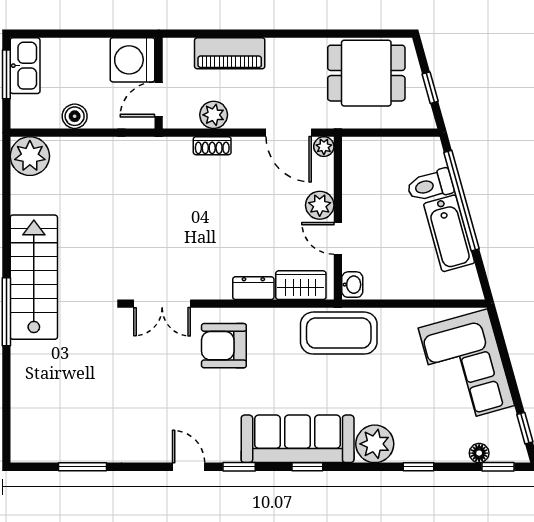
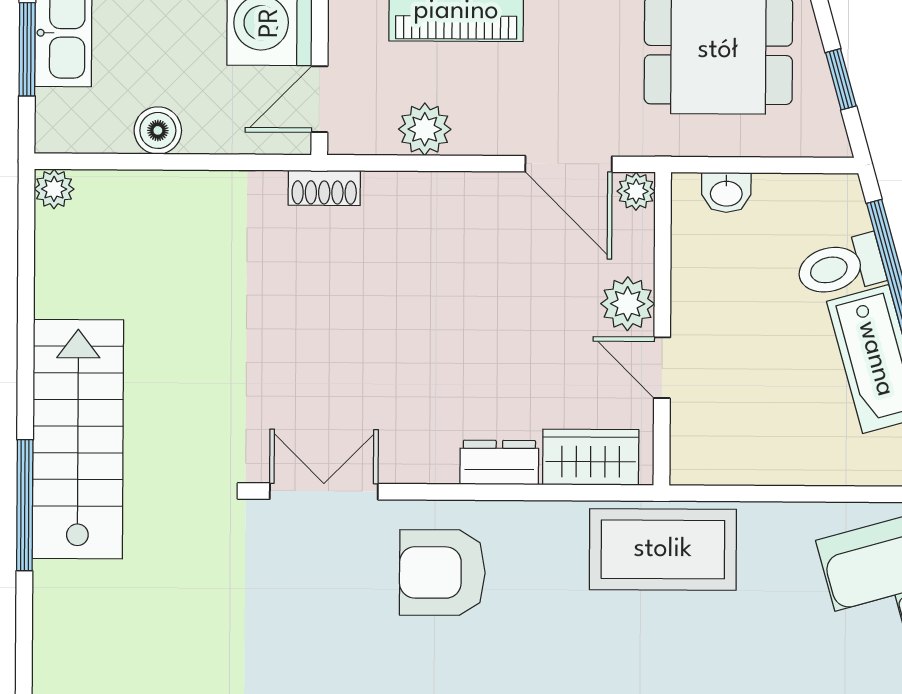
shoe rack: (212, 146) -> (324, 188), moved
plant: (30, 156) -> (54, 189), width x0.53, depth x0.53
washbasin: (352, 285) -> (726, 193), moved, turned 90
double door: (162, 304) -> (324, 491), swing flipped

